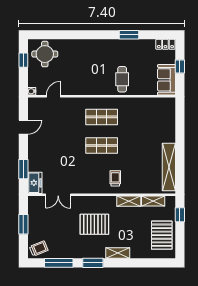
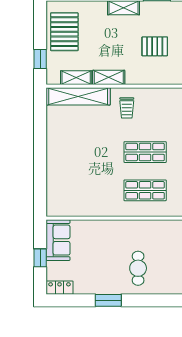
cafe table: (122, 79) -> (138, 268), moved
shelving: (169, 167) -> (78, 96), moved, turned 90
pallet: (94, 224) -> (155, 46), width x0.67, depth x0.71

